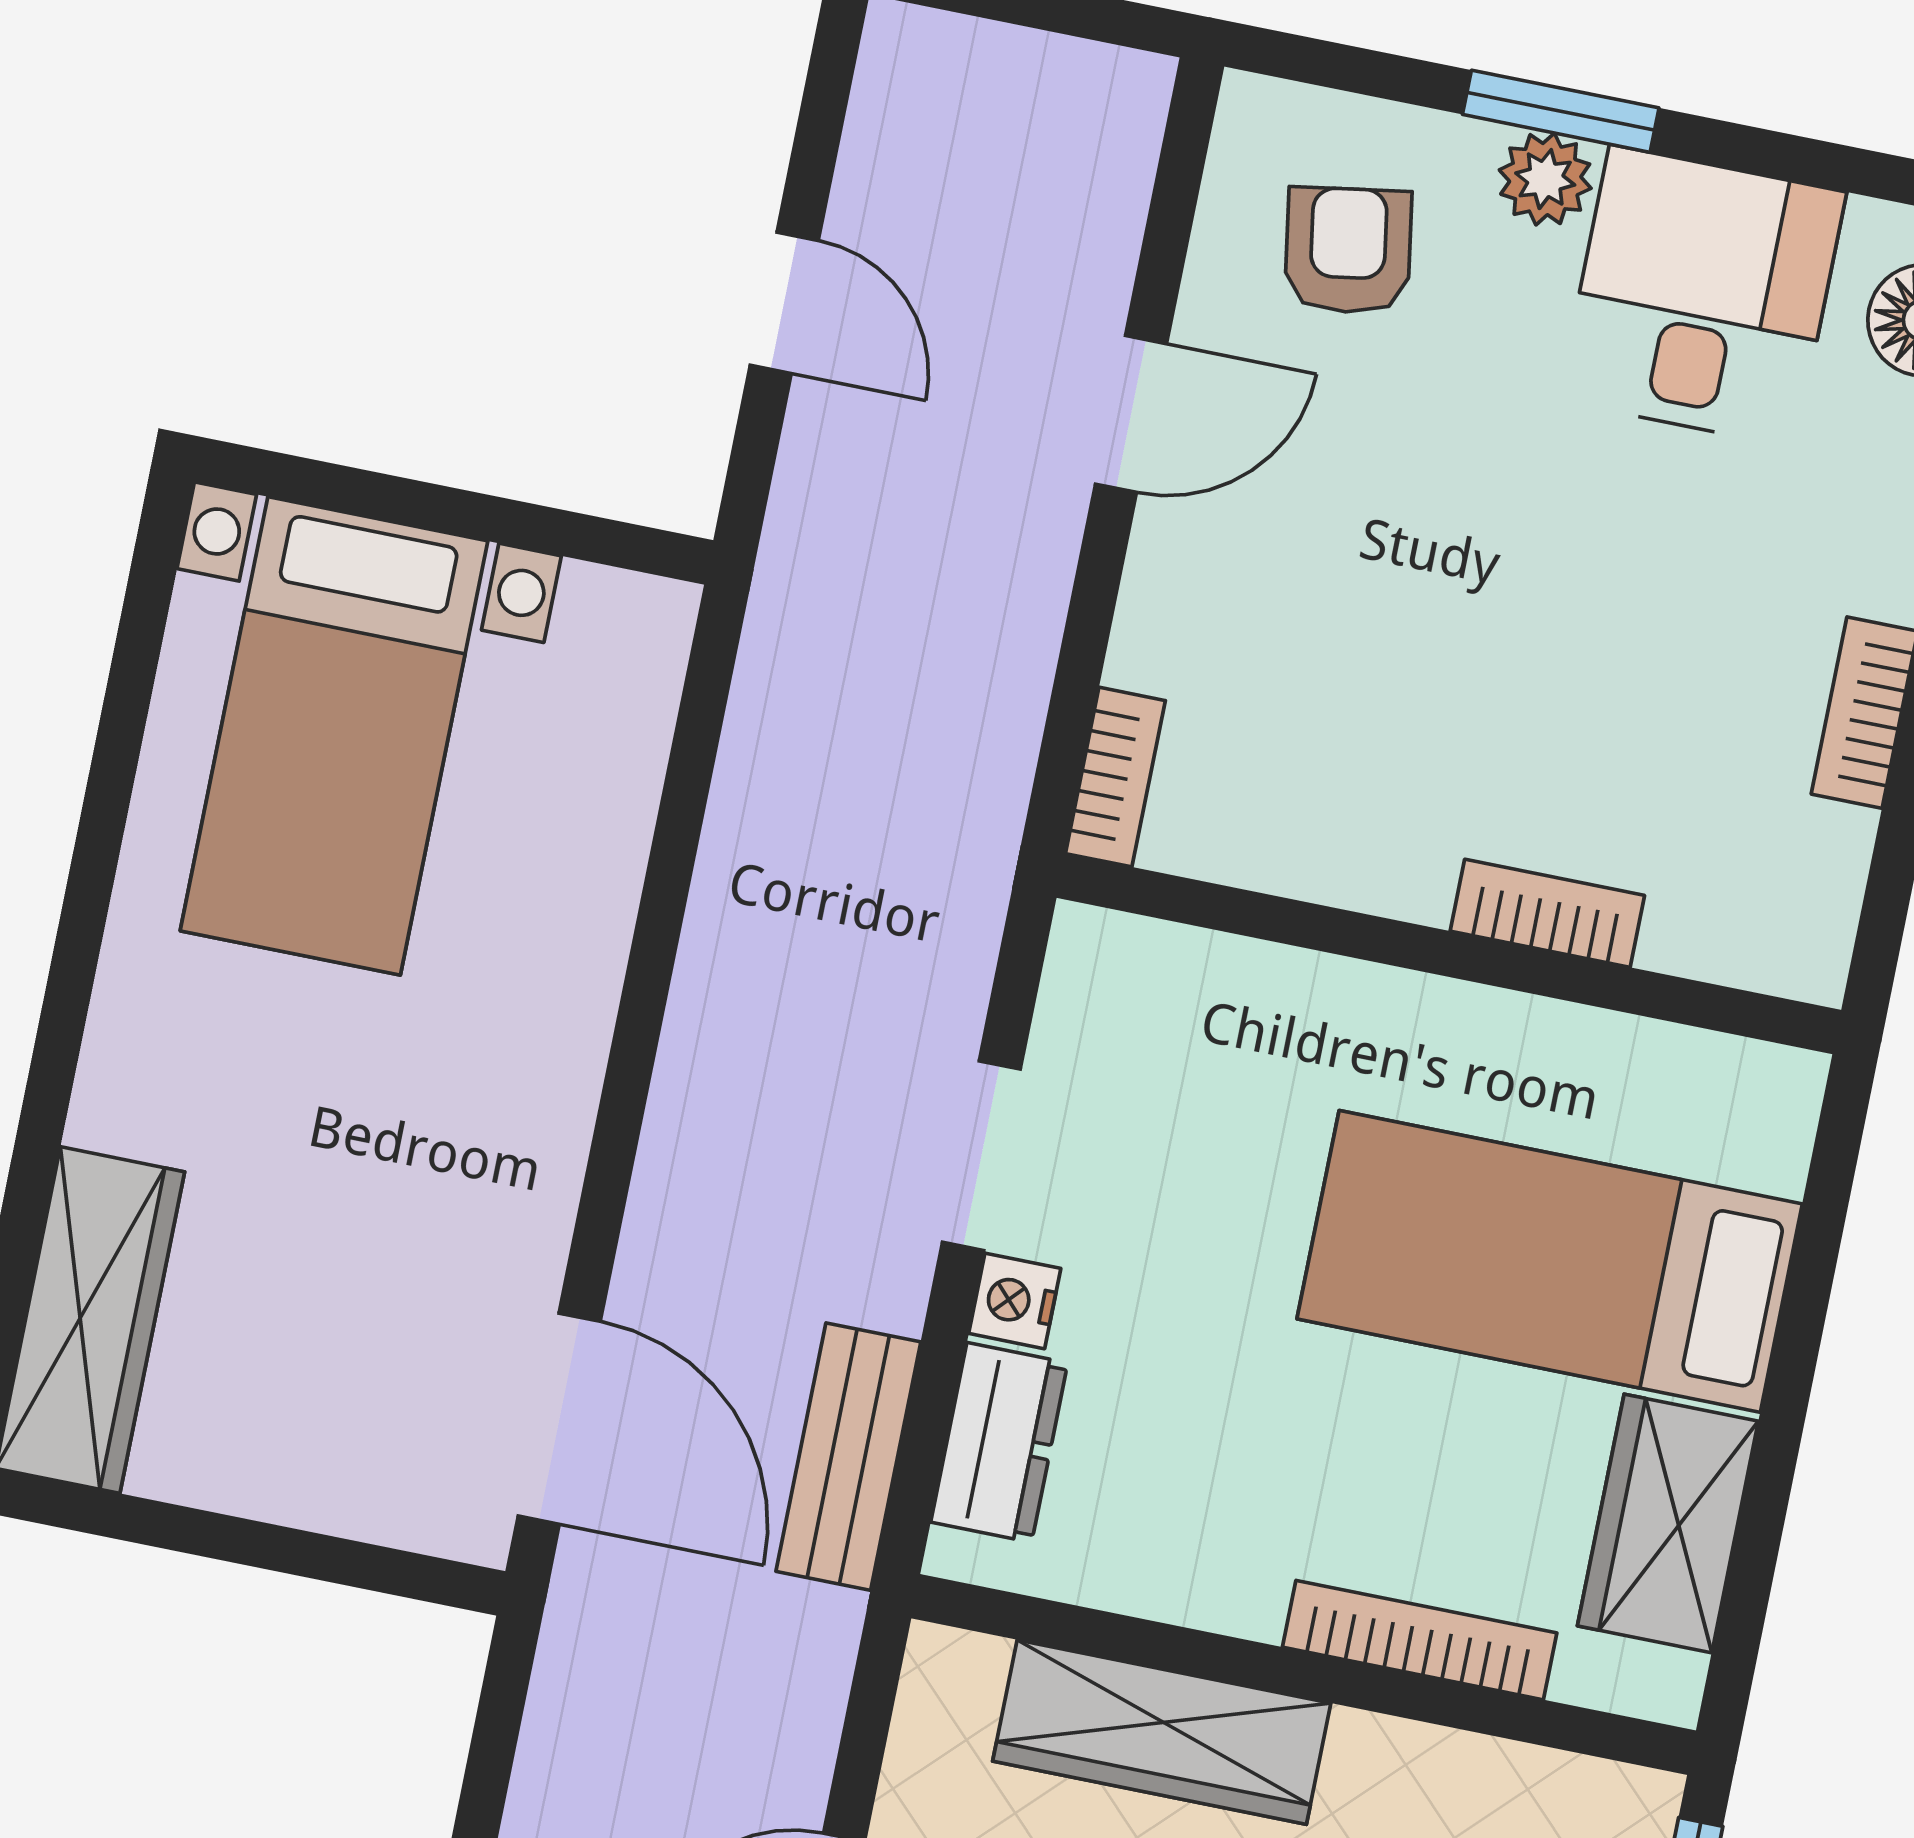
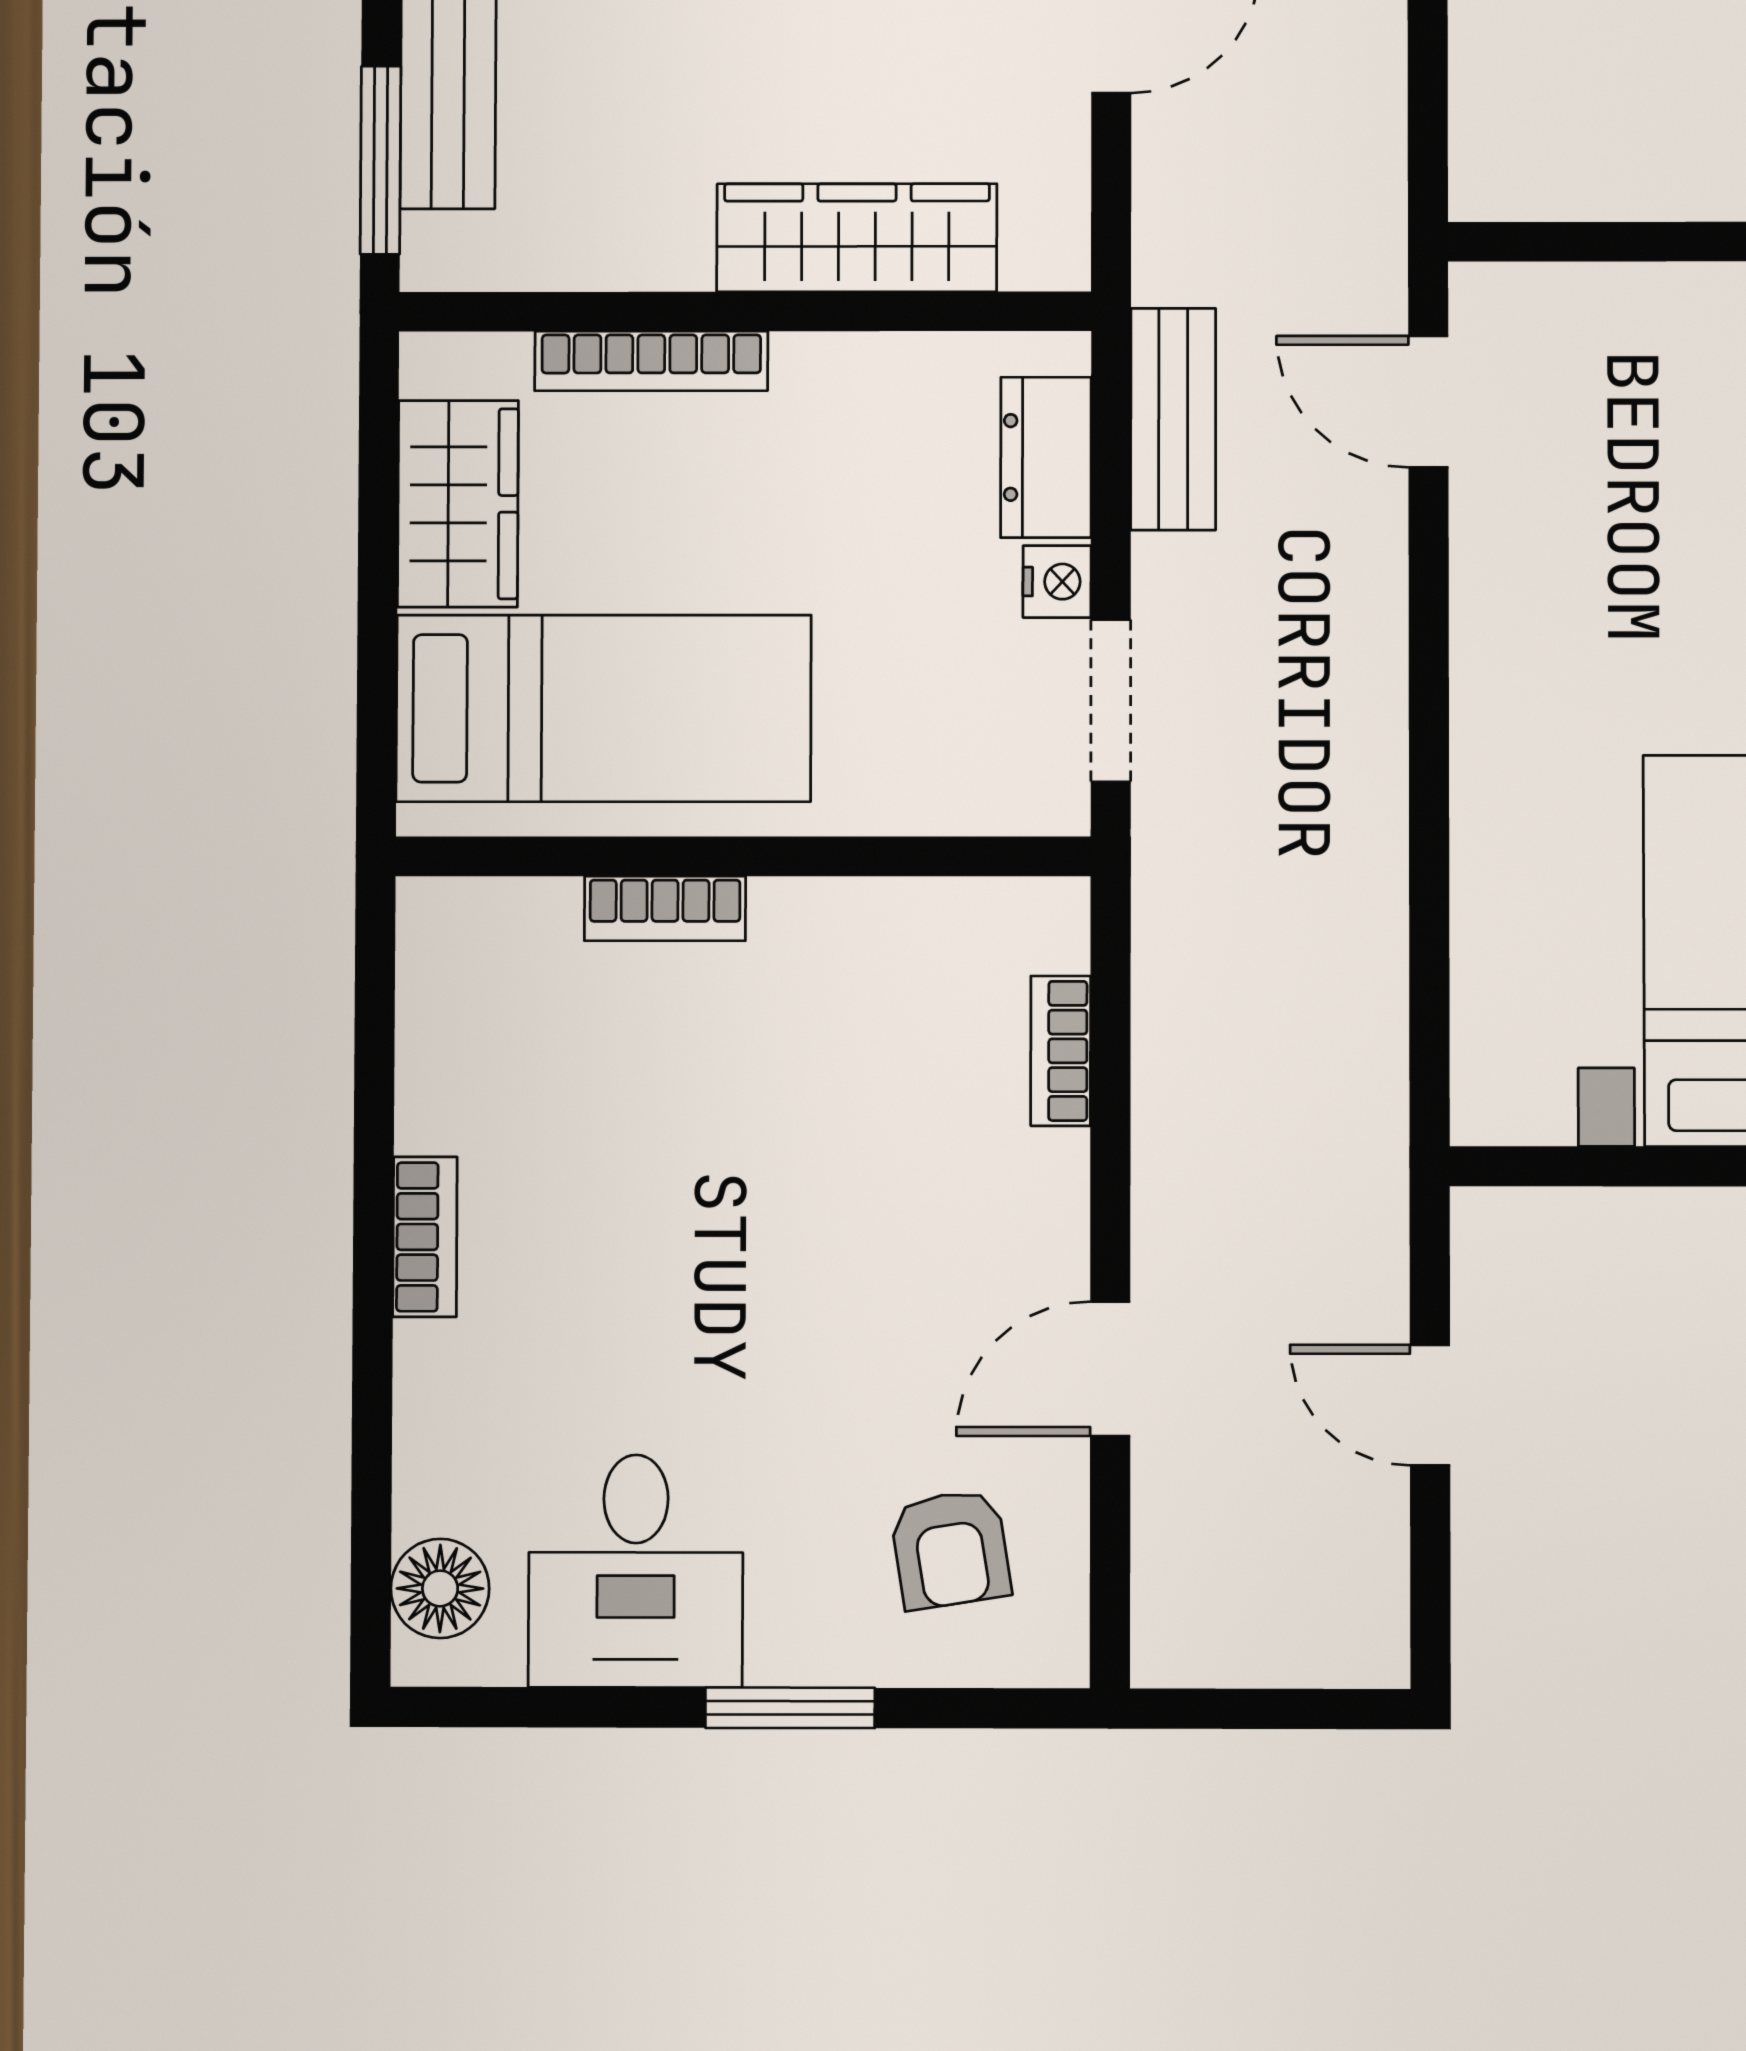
plant: (1545, 179) -> (792, 1646), removed
bookcase: (1547, 913) -> (665, 908), moved
wall: (1449, 954) -> (743, 856), moved
door: (559, 1419) -> (1428, 402), width x0.73

